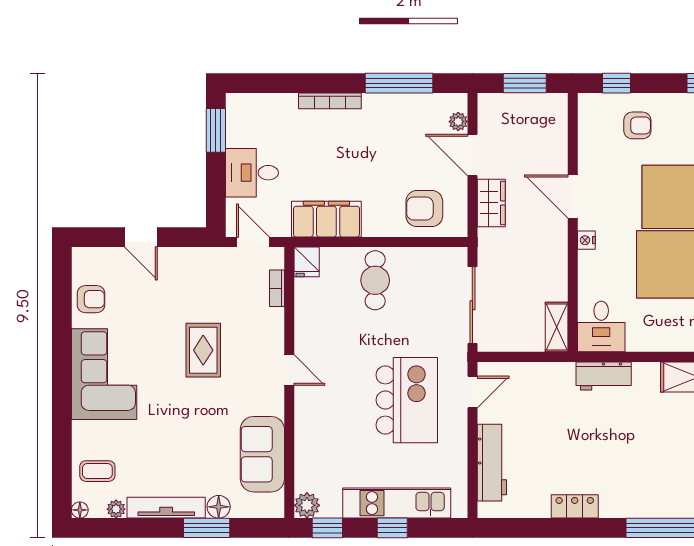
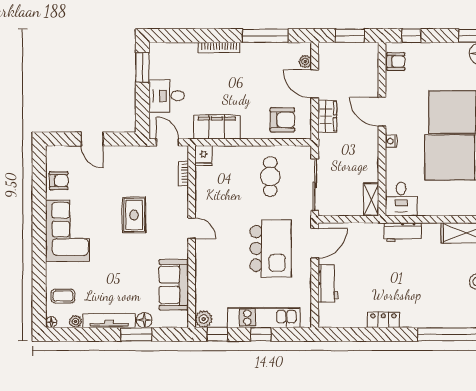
armchair: (637, 125) -> (396, 61), moved
armchair: (424, 209) -> (282, 120), turned 180
cafe table: (375, 280) -> (270, 177), moved
door: (472, 392) -> (315, 243), width x1.38
workbench: (492, 463) -> (328, 283), width x0.73

